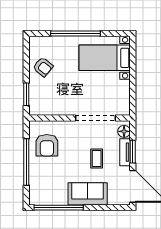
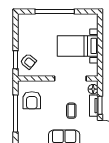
bed with nightstands: (105, 58) -> (78, 46), moved
armchair: (43, 67) -> (28, 61), moved

